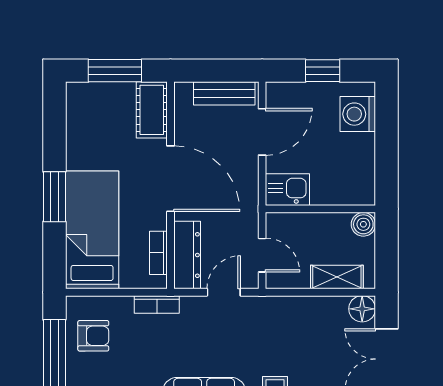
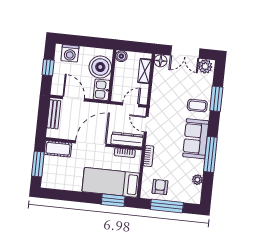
boiler: (335, 182) -> (100, 67), added
window: (54, 197) -> (113, 200), moved

